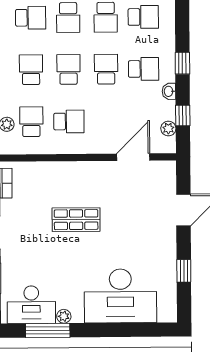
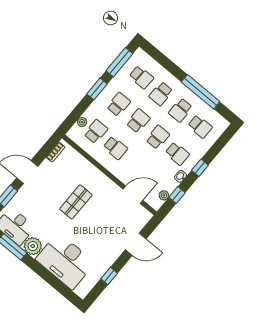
shop shelf: (76, 220) -> (76, 202), turned 90
plant: (64, 316) -> (33, 246), width x1.87, depth x1.87

